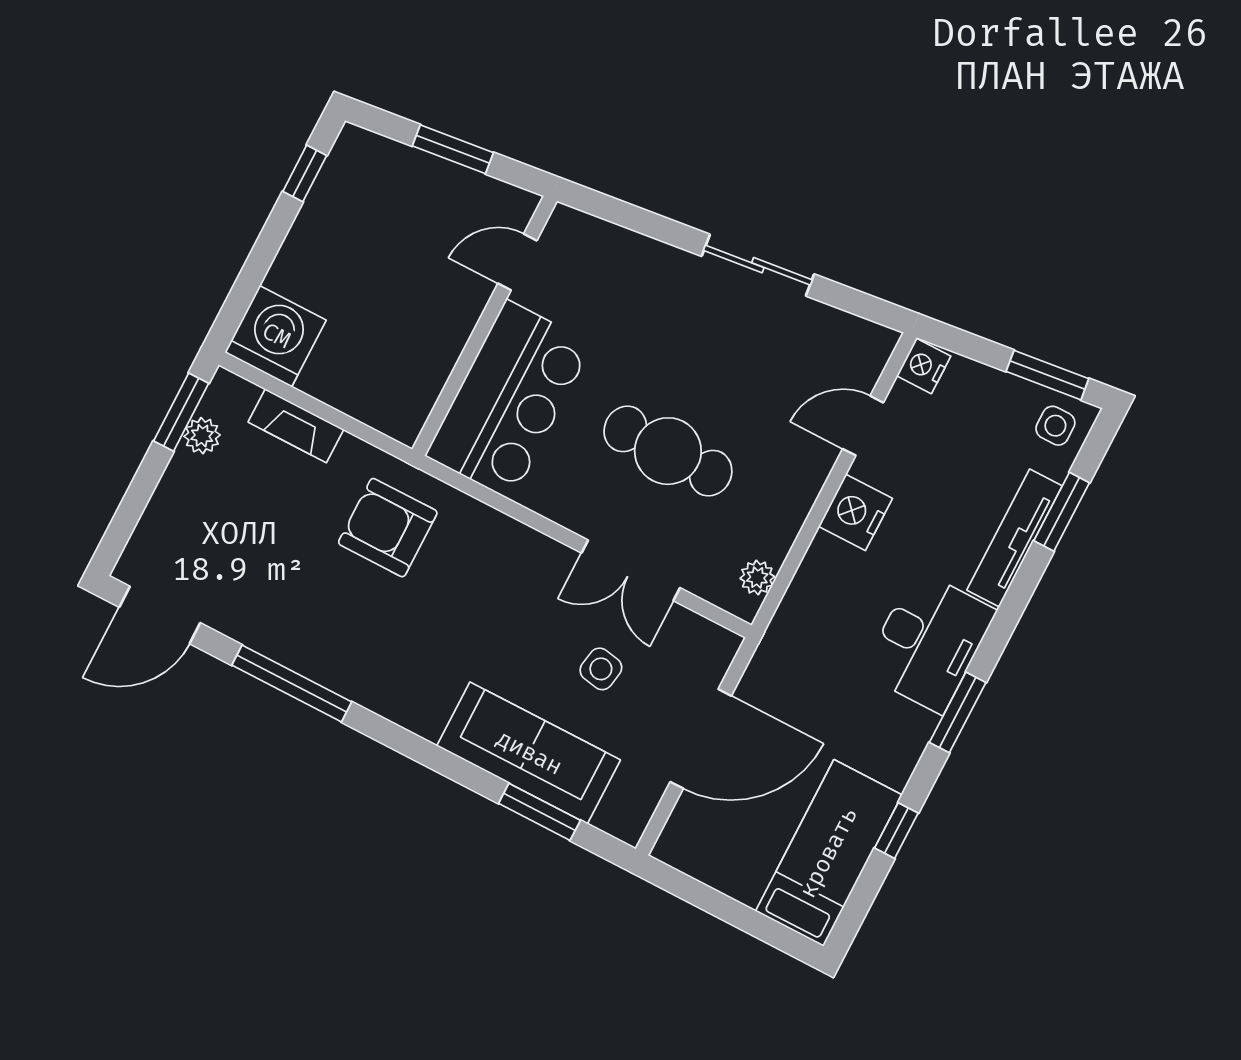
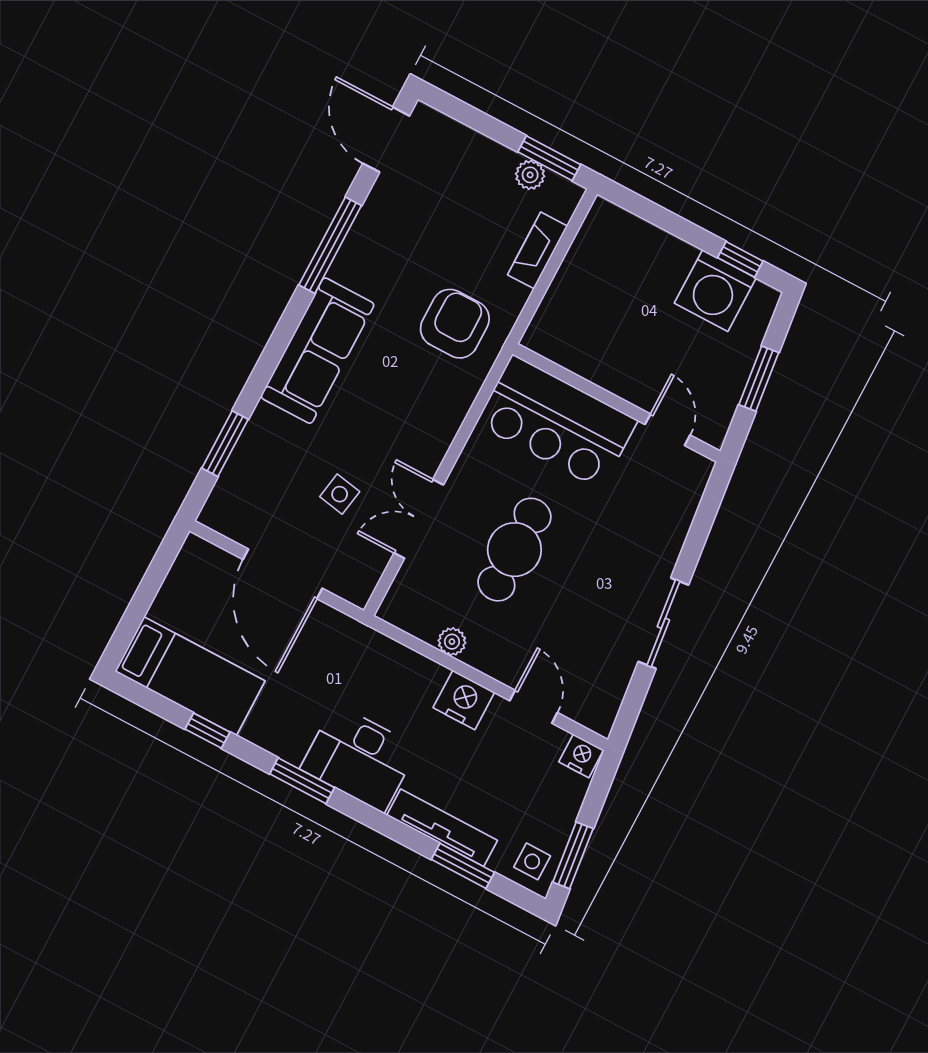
washing machine: (276, 336) -> (715, 291), moved, turned 90
plant: (757, 578) -> (452, 642), moved
sofa: (529, 753) -> (317, 351), moved

